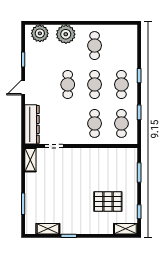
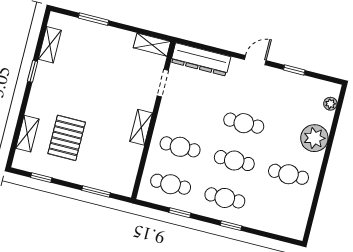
plant: (40, 33) -> (330, 104), width x0.53, depth x0.53
door: (23, 87) -> (255, 60), hinge flipped
shelving: (88, 153) -> (141, 127), added
shelving: (125, 229) -> (27, 134), moved

